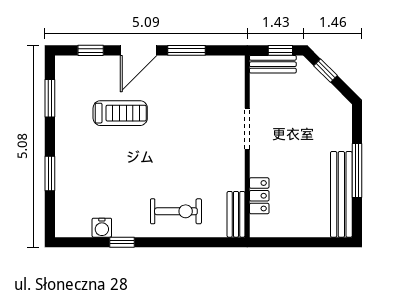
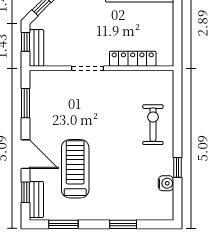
window: (186, 50) -> (26, 103), moved
treadmill: (120, 113) -> (75, 169), width x1.37, depth x1.38
locker: (259, 196) -> (133, 59), width x1.53
bench: (236, 214) -> (36, 200), moved, turned 90

